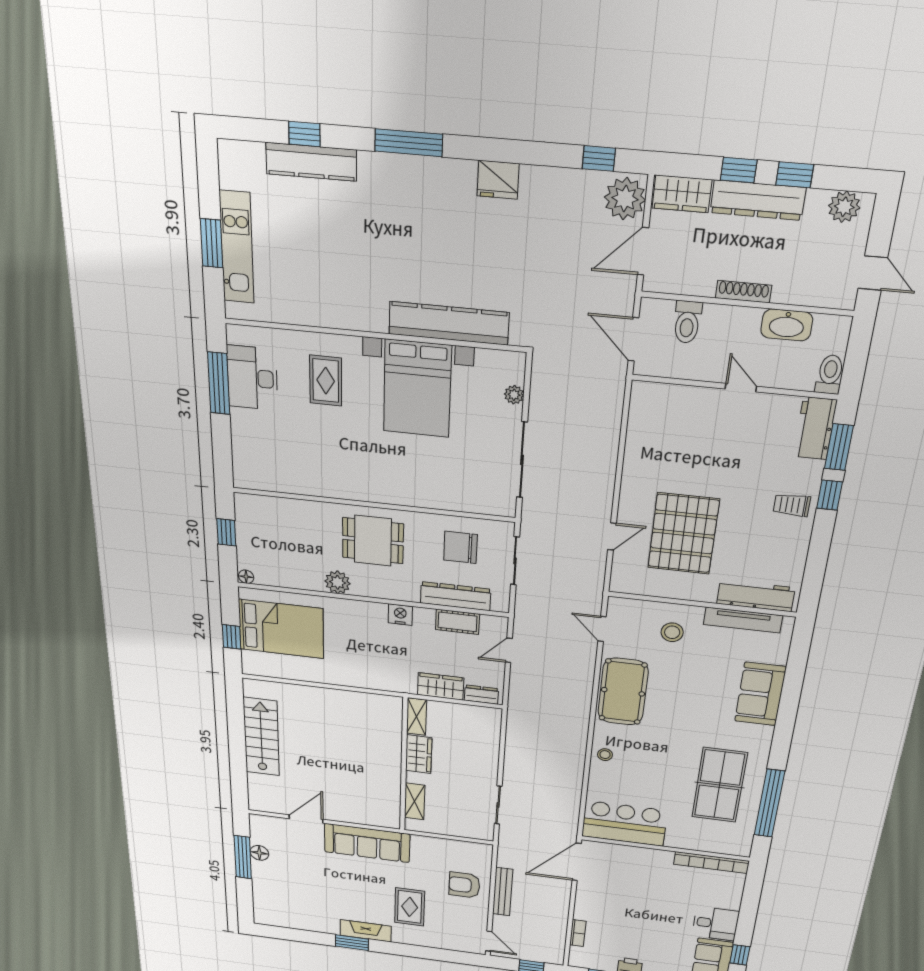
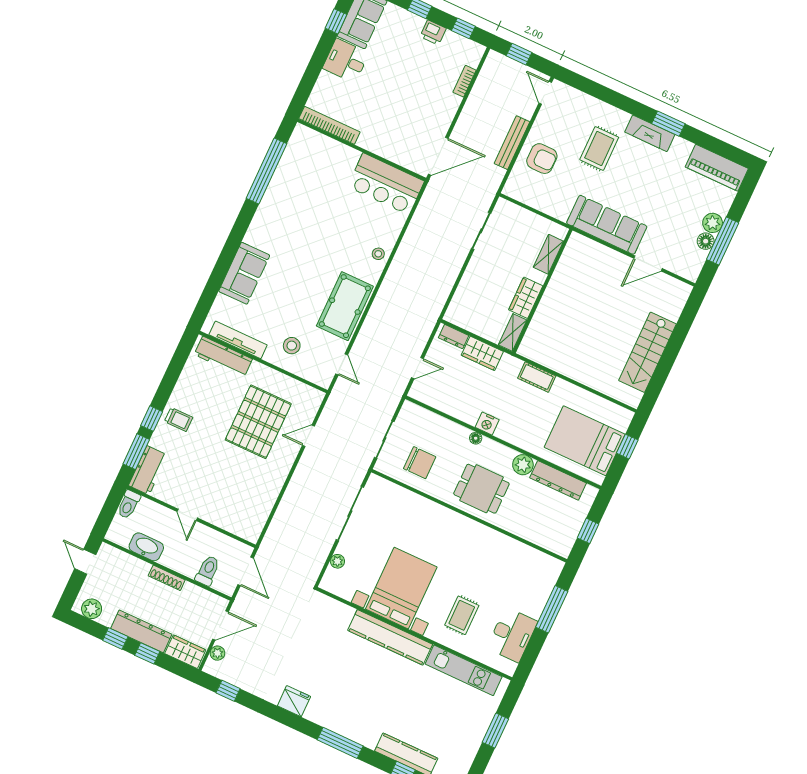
plant: (625, 199) -> (217, 653), width x0.53, depth x0.53
kitchen unit: (237, 247) -> (464, 670), moved, turned -90
kitchen counter: (449, 323) -> (390, 637), moved
window: (219, 383) -> (552, 609), moved
floor lamp: (246, 577) -> (476, 438), moved
dresser: (456, 596) -> (558, 480), moved
cot: (457, 622) -> (537, 377), moved
table tennis table: (719, 785) -> (299, 199), removed
plant: (262, 870) -> (713, 223), added
piano: (284, 917) -> (717, 168), added

